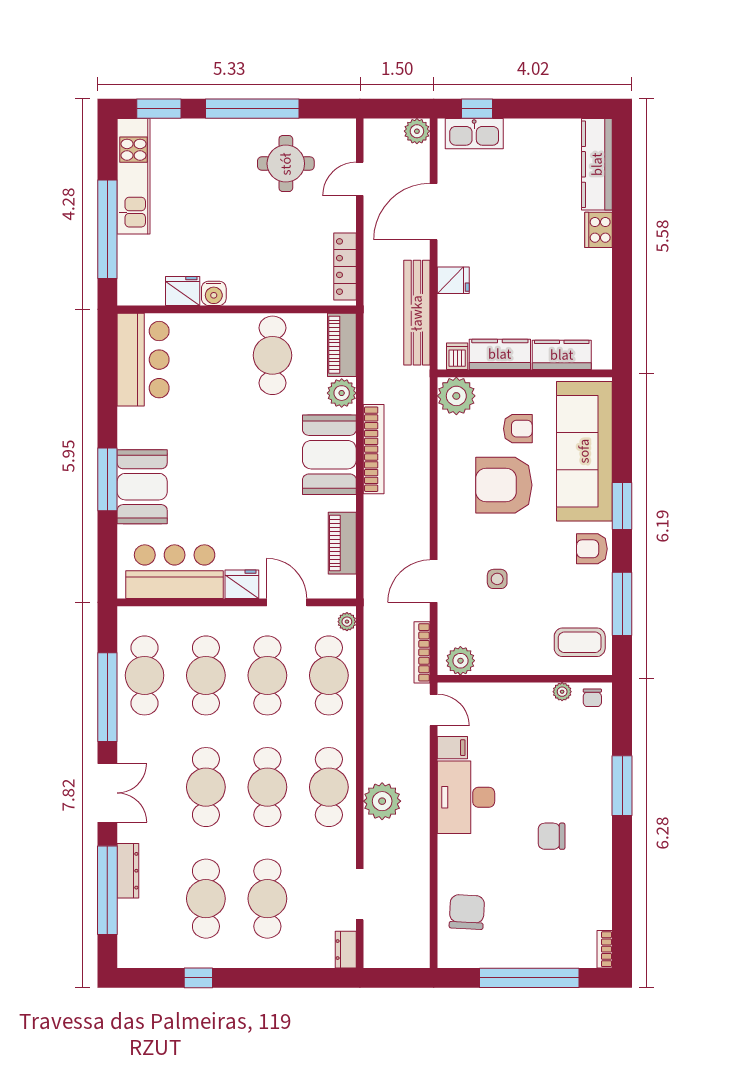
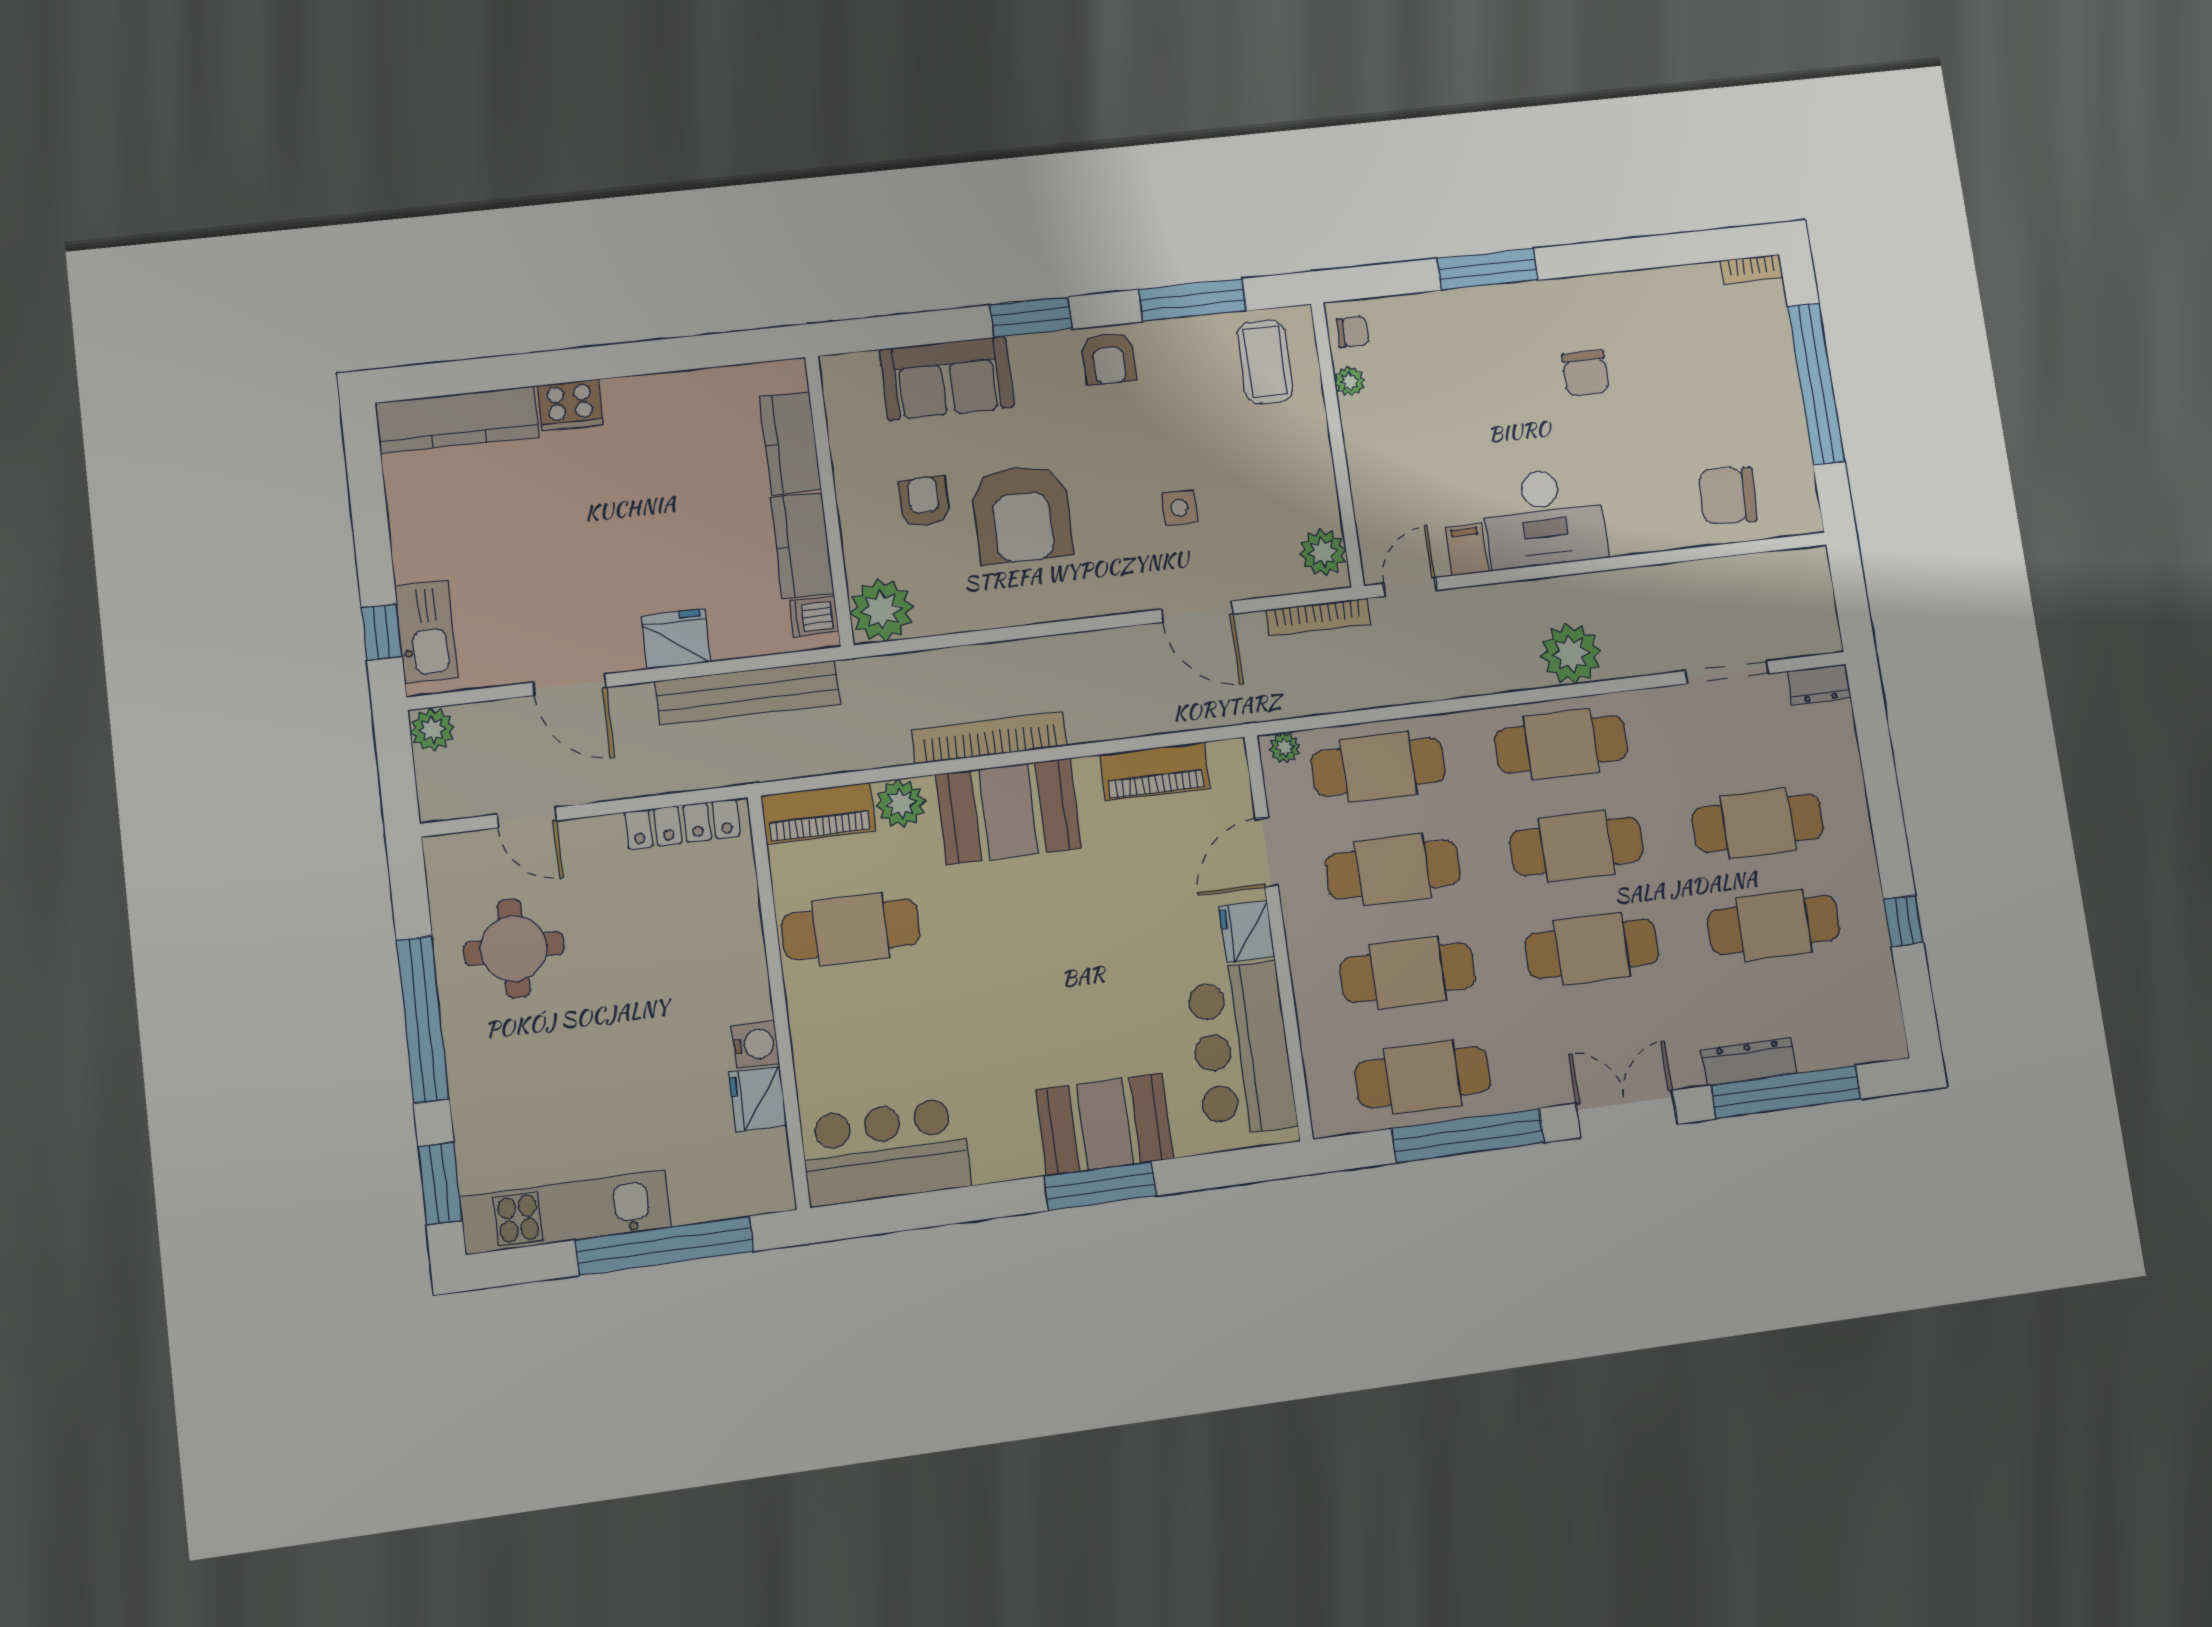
door: (434, 212) -> (570, 685), width x0.73
fridge: (453, 280) -> (676, 639), width x1.38
sofa: (584, 451) -> (947, 378), width x0.54, depth x0.79

